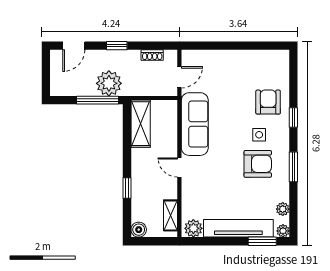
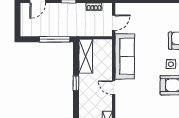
plant: (109, 83) -> (63, 27), removed
window: (127, 188) -> (76, 83), moved

